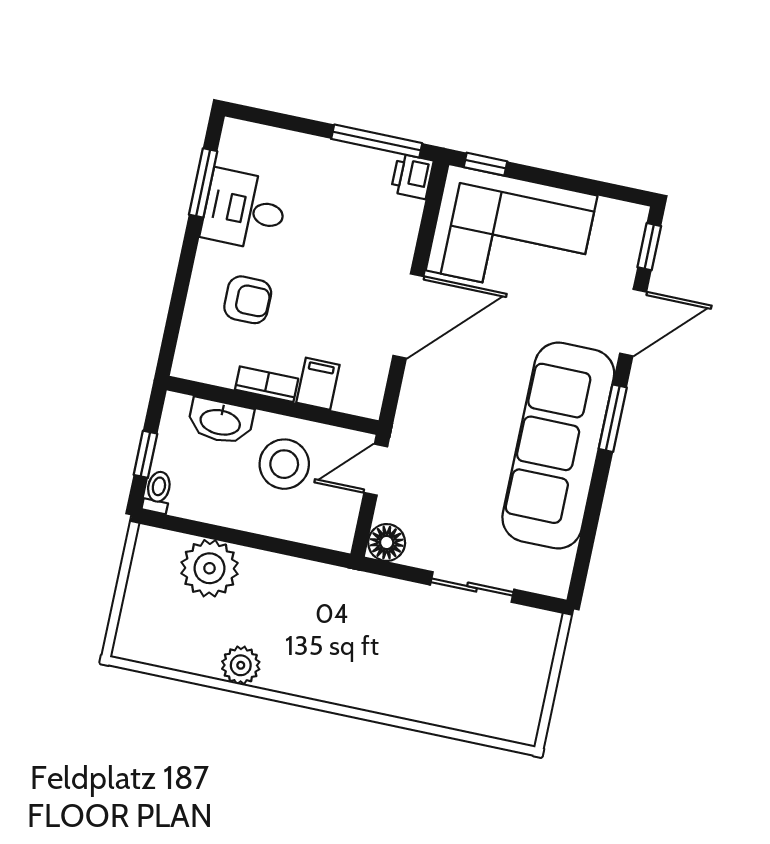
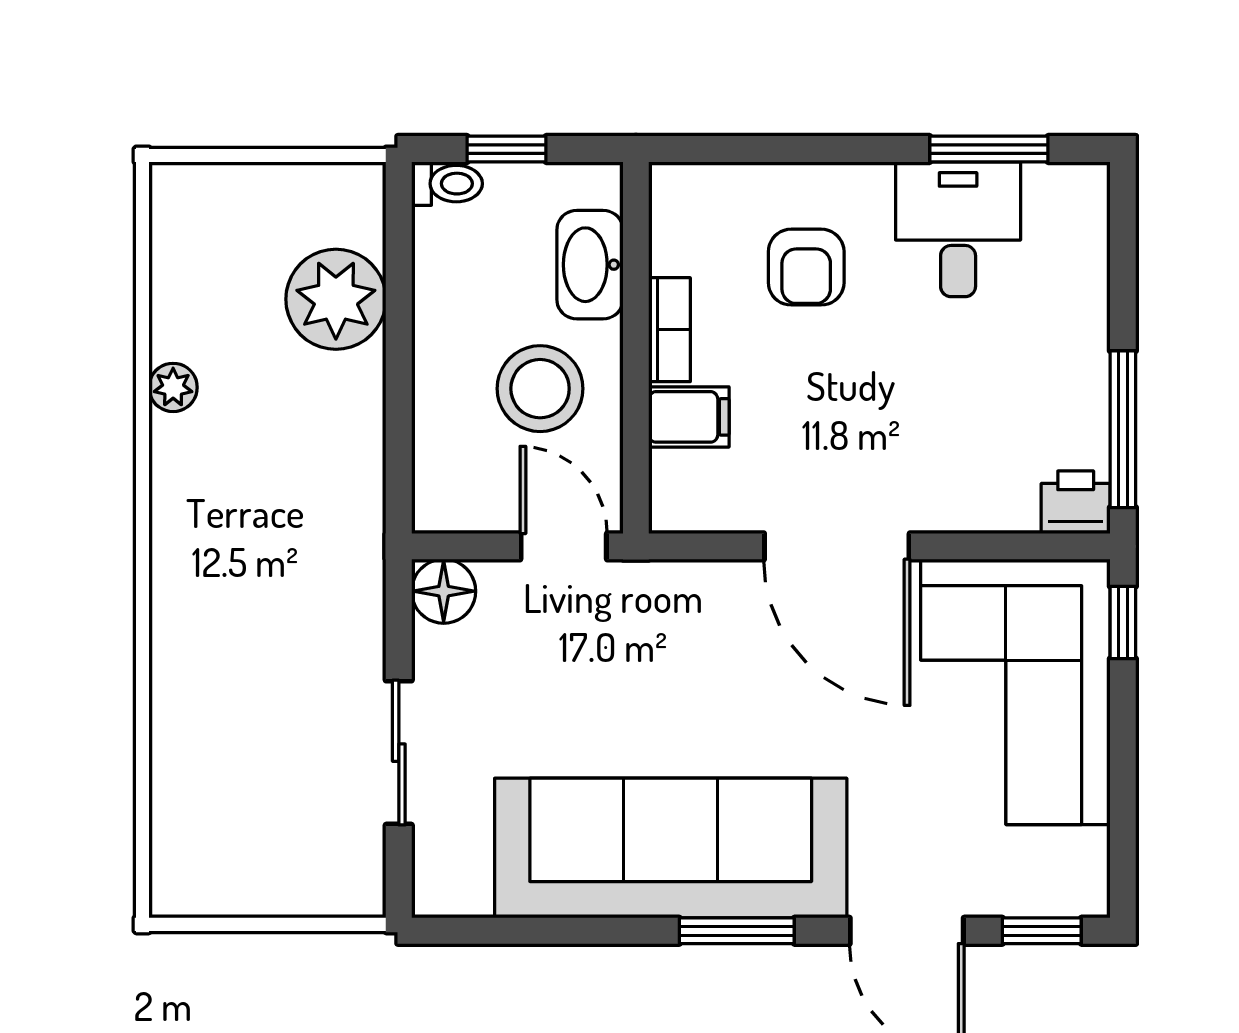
plant: (241, 665) -> (173, 387), width x0.73, depth x0.73

